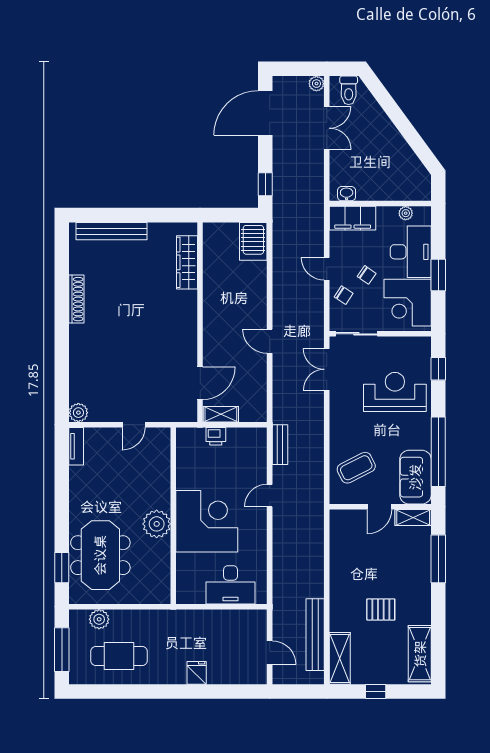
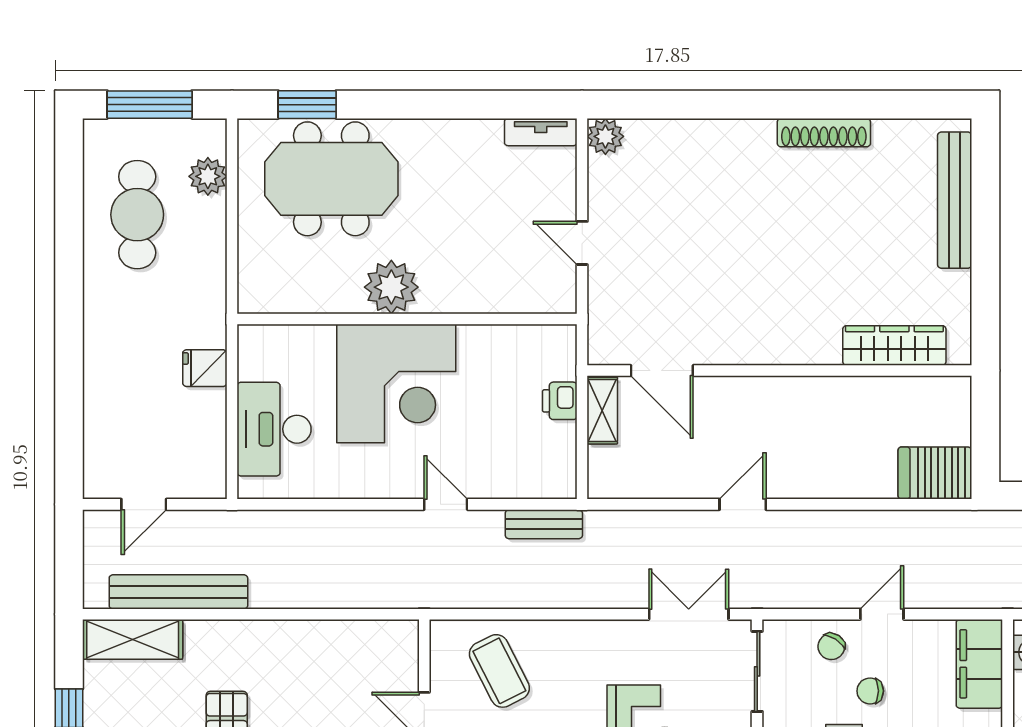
chair: (367, 275) -> (870, 691), turned 55
fridge: (197, 673) -> (205, 368), moved, turned 180

